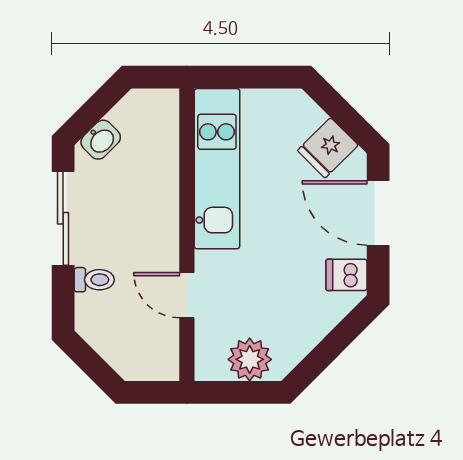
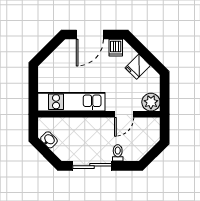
washbasin: (101, 140) -> (49, 140), moved
fridge: (328, 148) -> (138, 67), moved, turned 90
plant: (250, 359) -> (151, 102), moved

